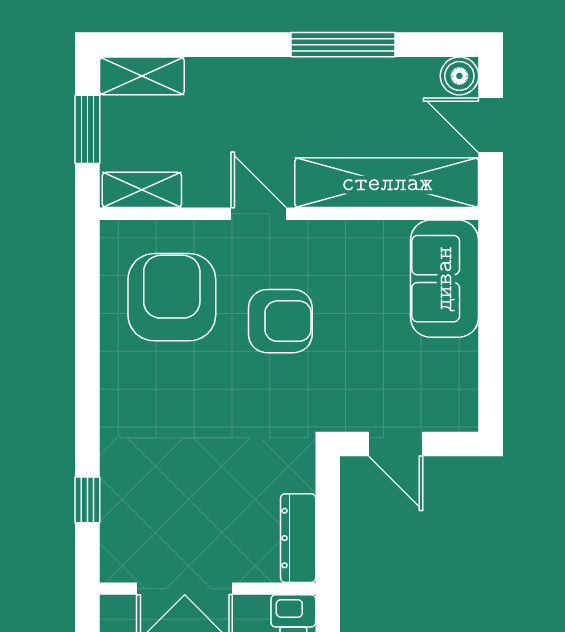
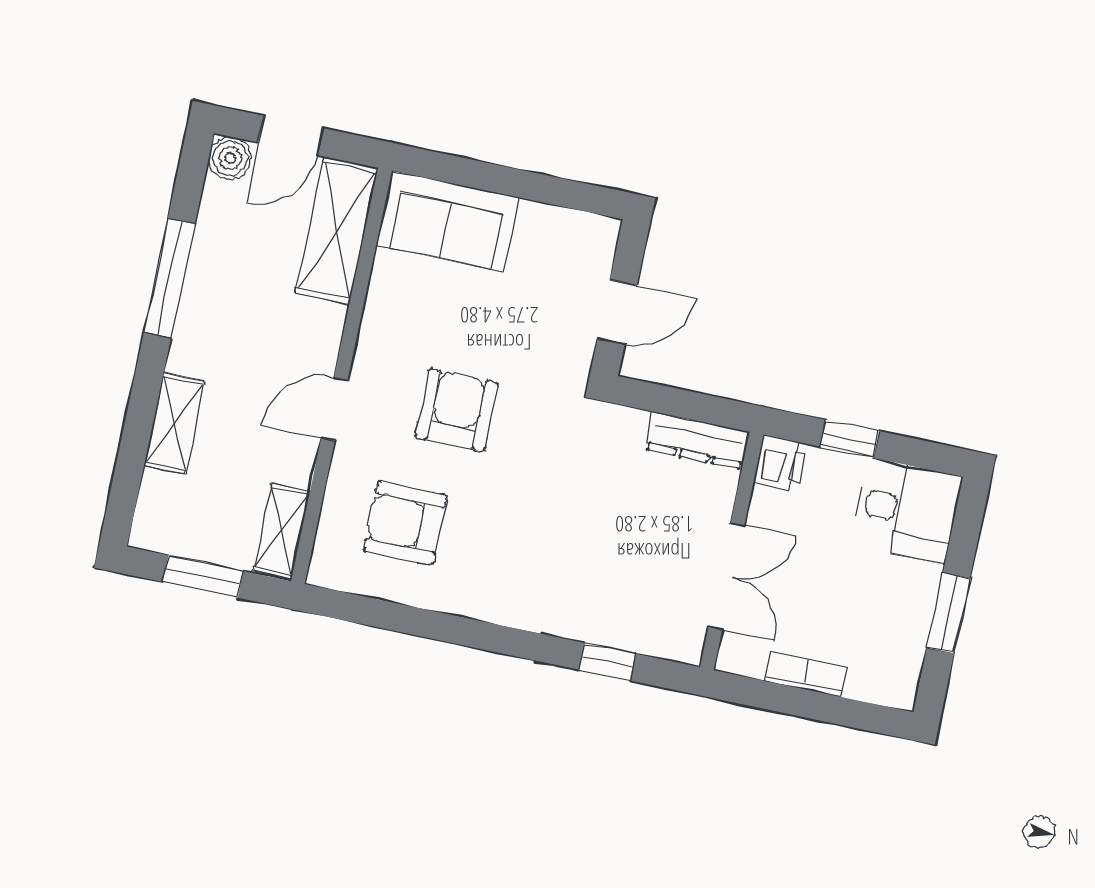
shelving: (142, 76) -> (174, 423), moved
shelving: (387, 183) -> (337, 230), width x0.68
armchair: (172, 297) -> (406, 523), width x0.73, depth x0.73

